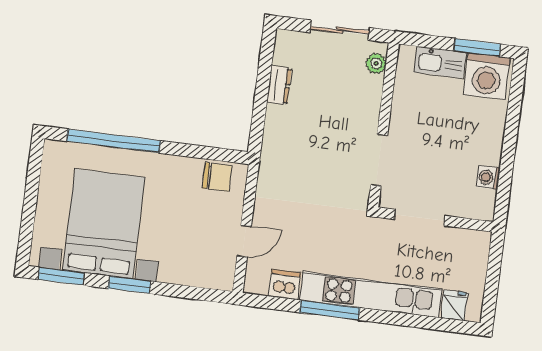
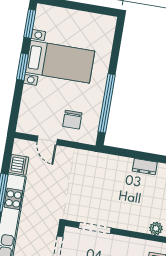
window: (114, 141) -> (107, 103), moved
chair: (217, 177) -> (72, 120), moved
bed with nightstands: (104, 224) -> (60, 62), width x0.73

